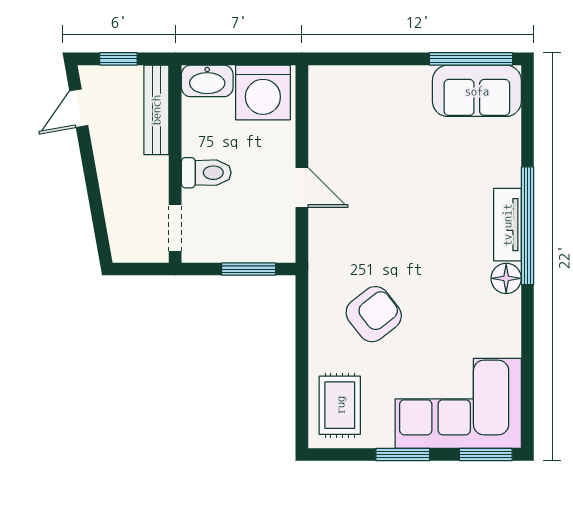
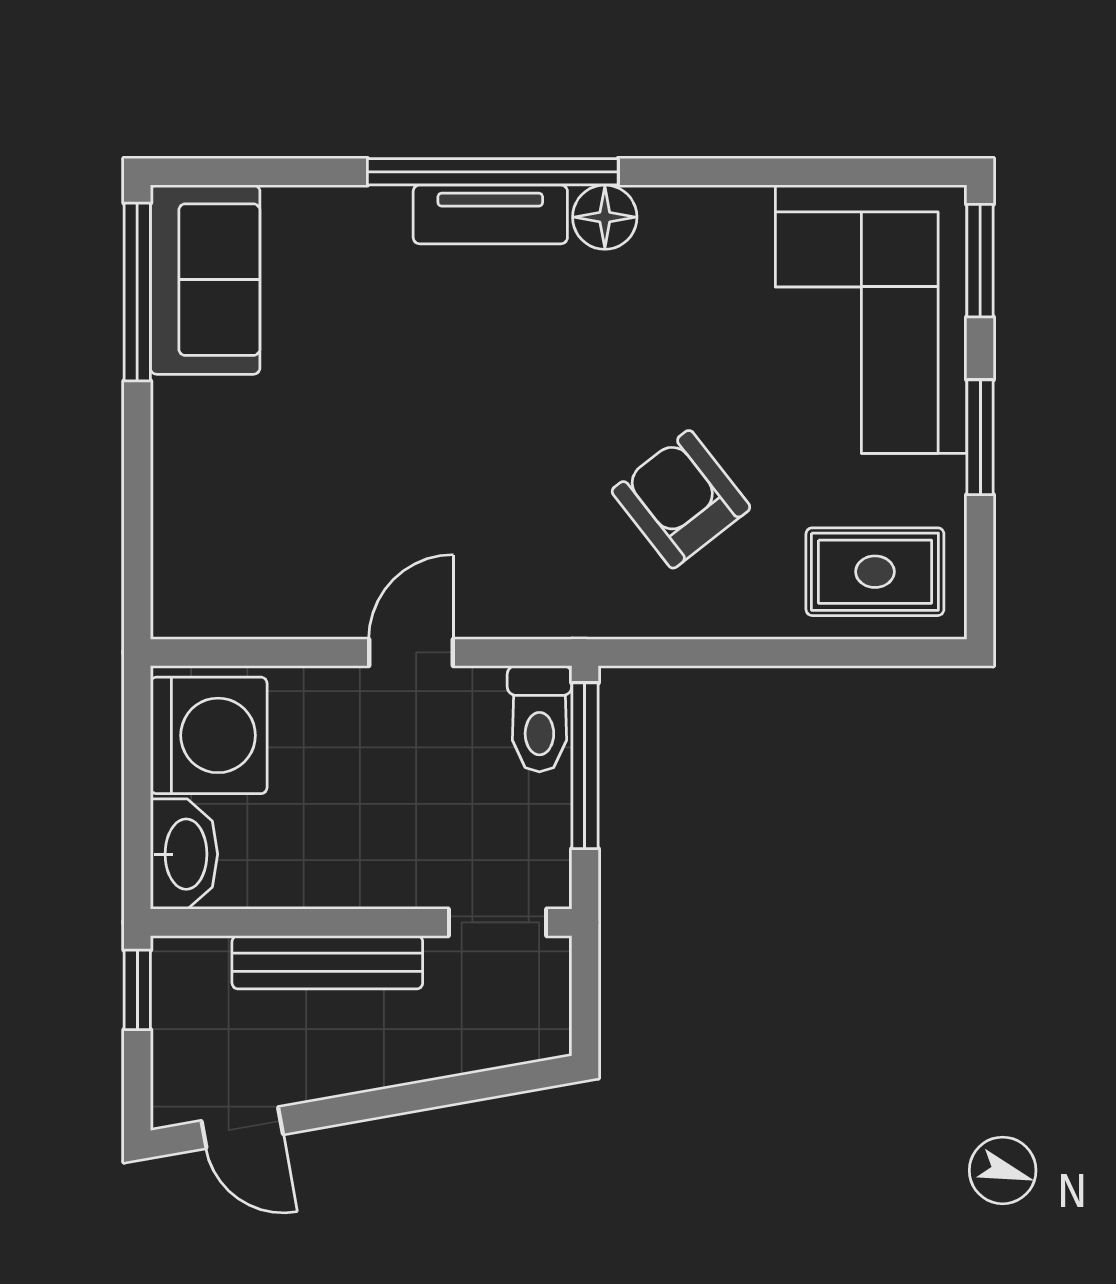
window: (118, 59) -> (137, 990), moved
bench: (156, 110) -> (327, 962), moved
toilet: (206, 173) -> (539, 719), moved, turned 180
window: (249, 269) -> (585, 766), width x1.44

